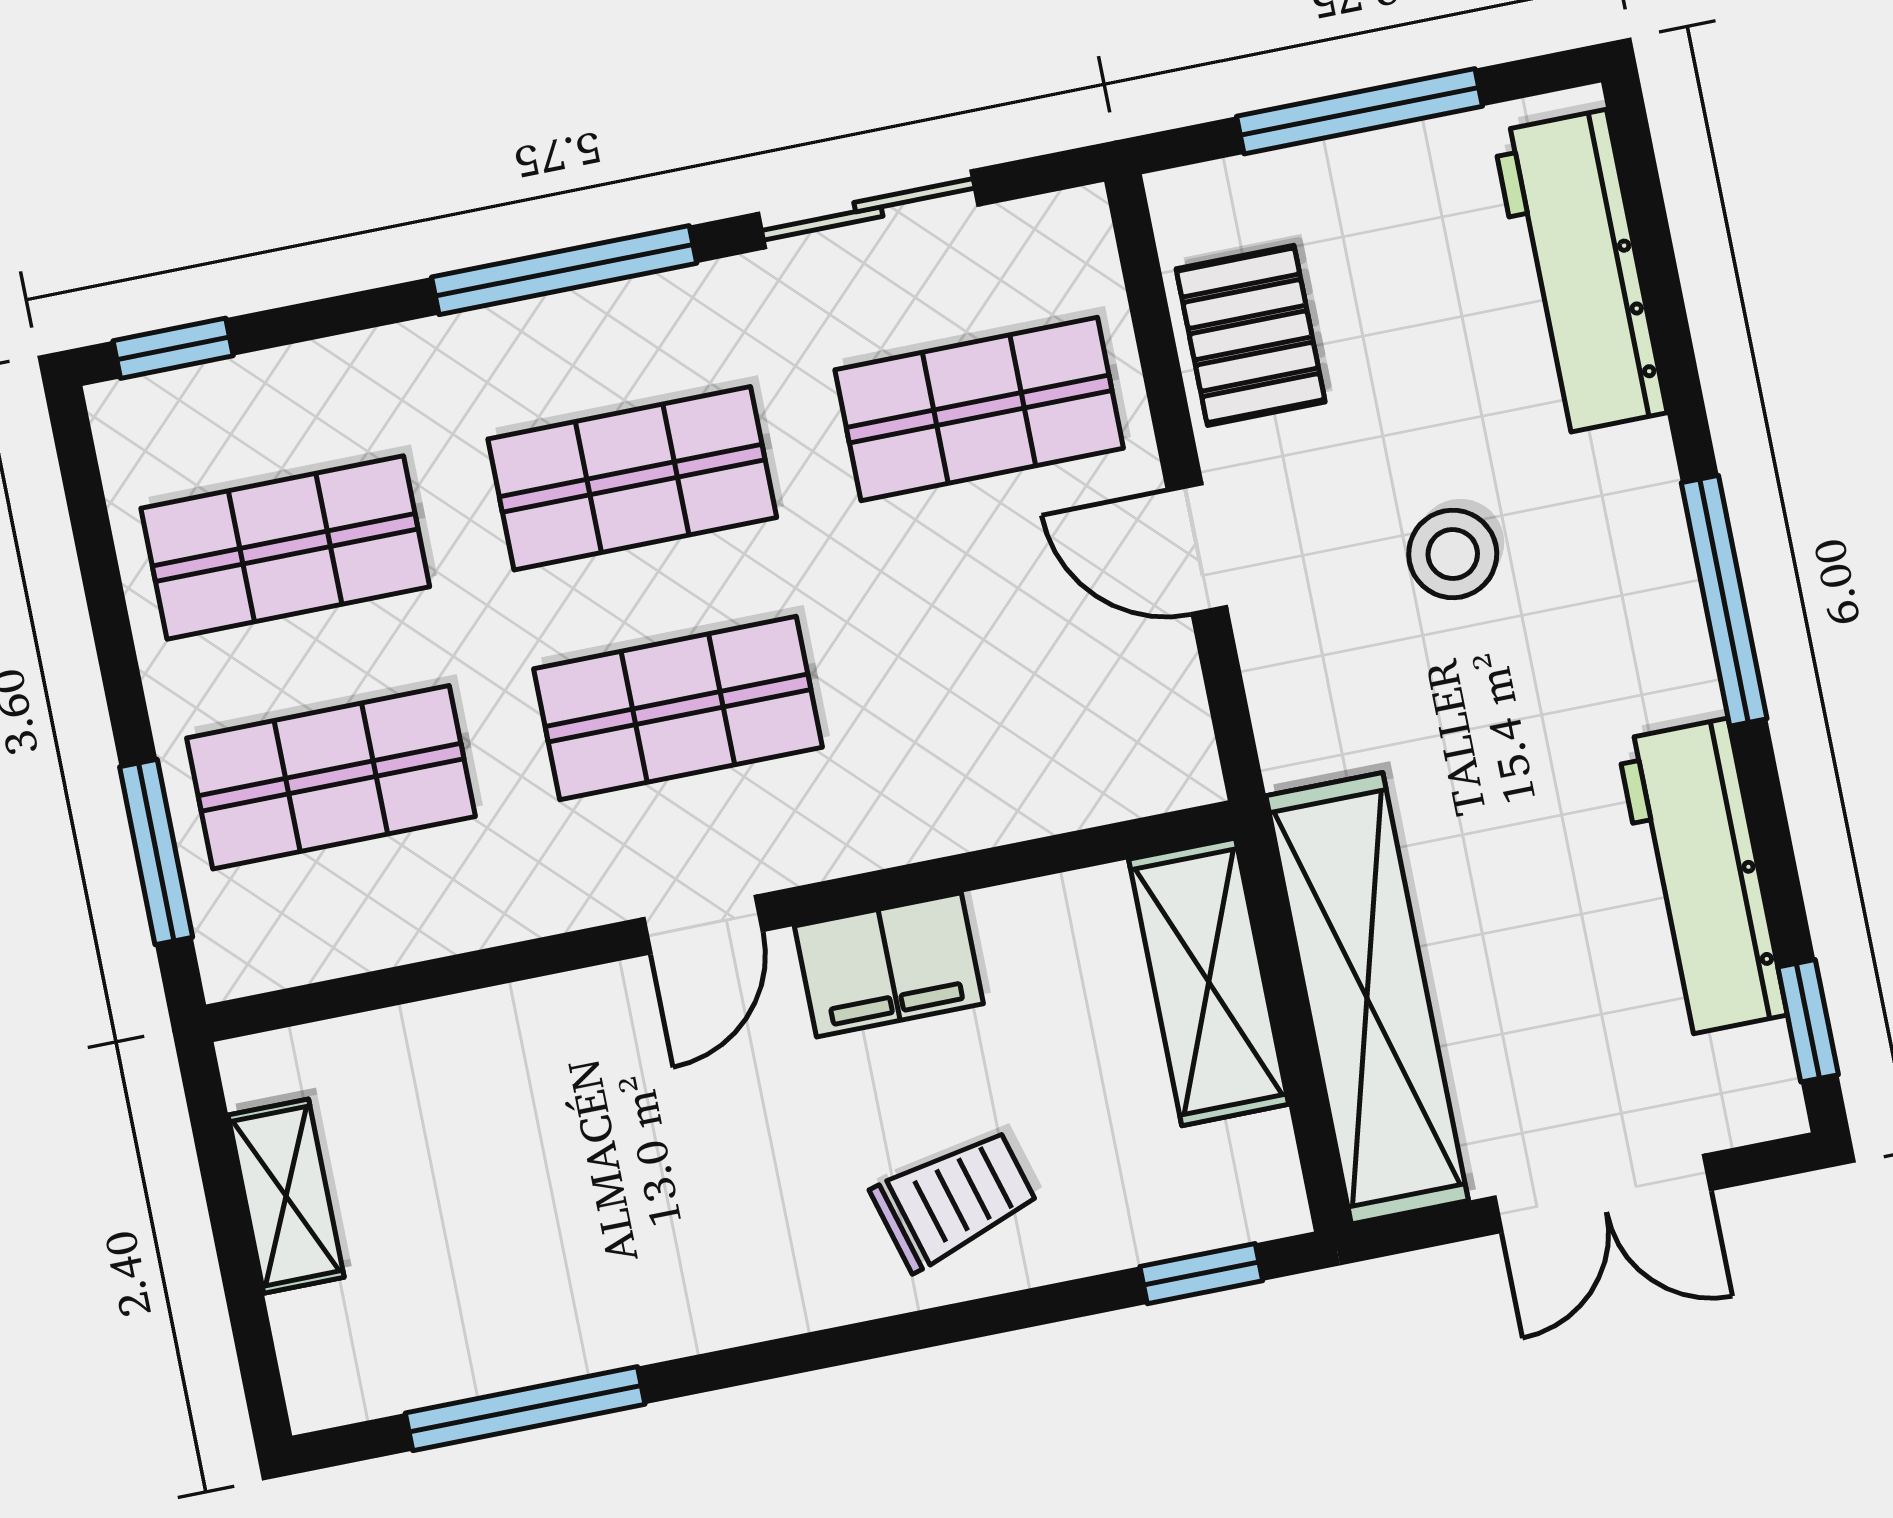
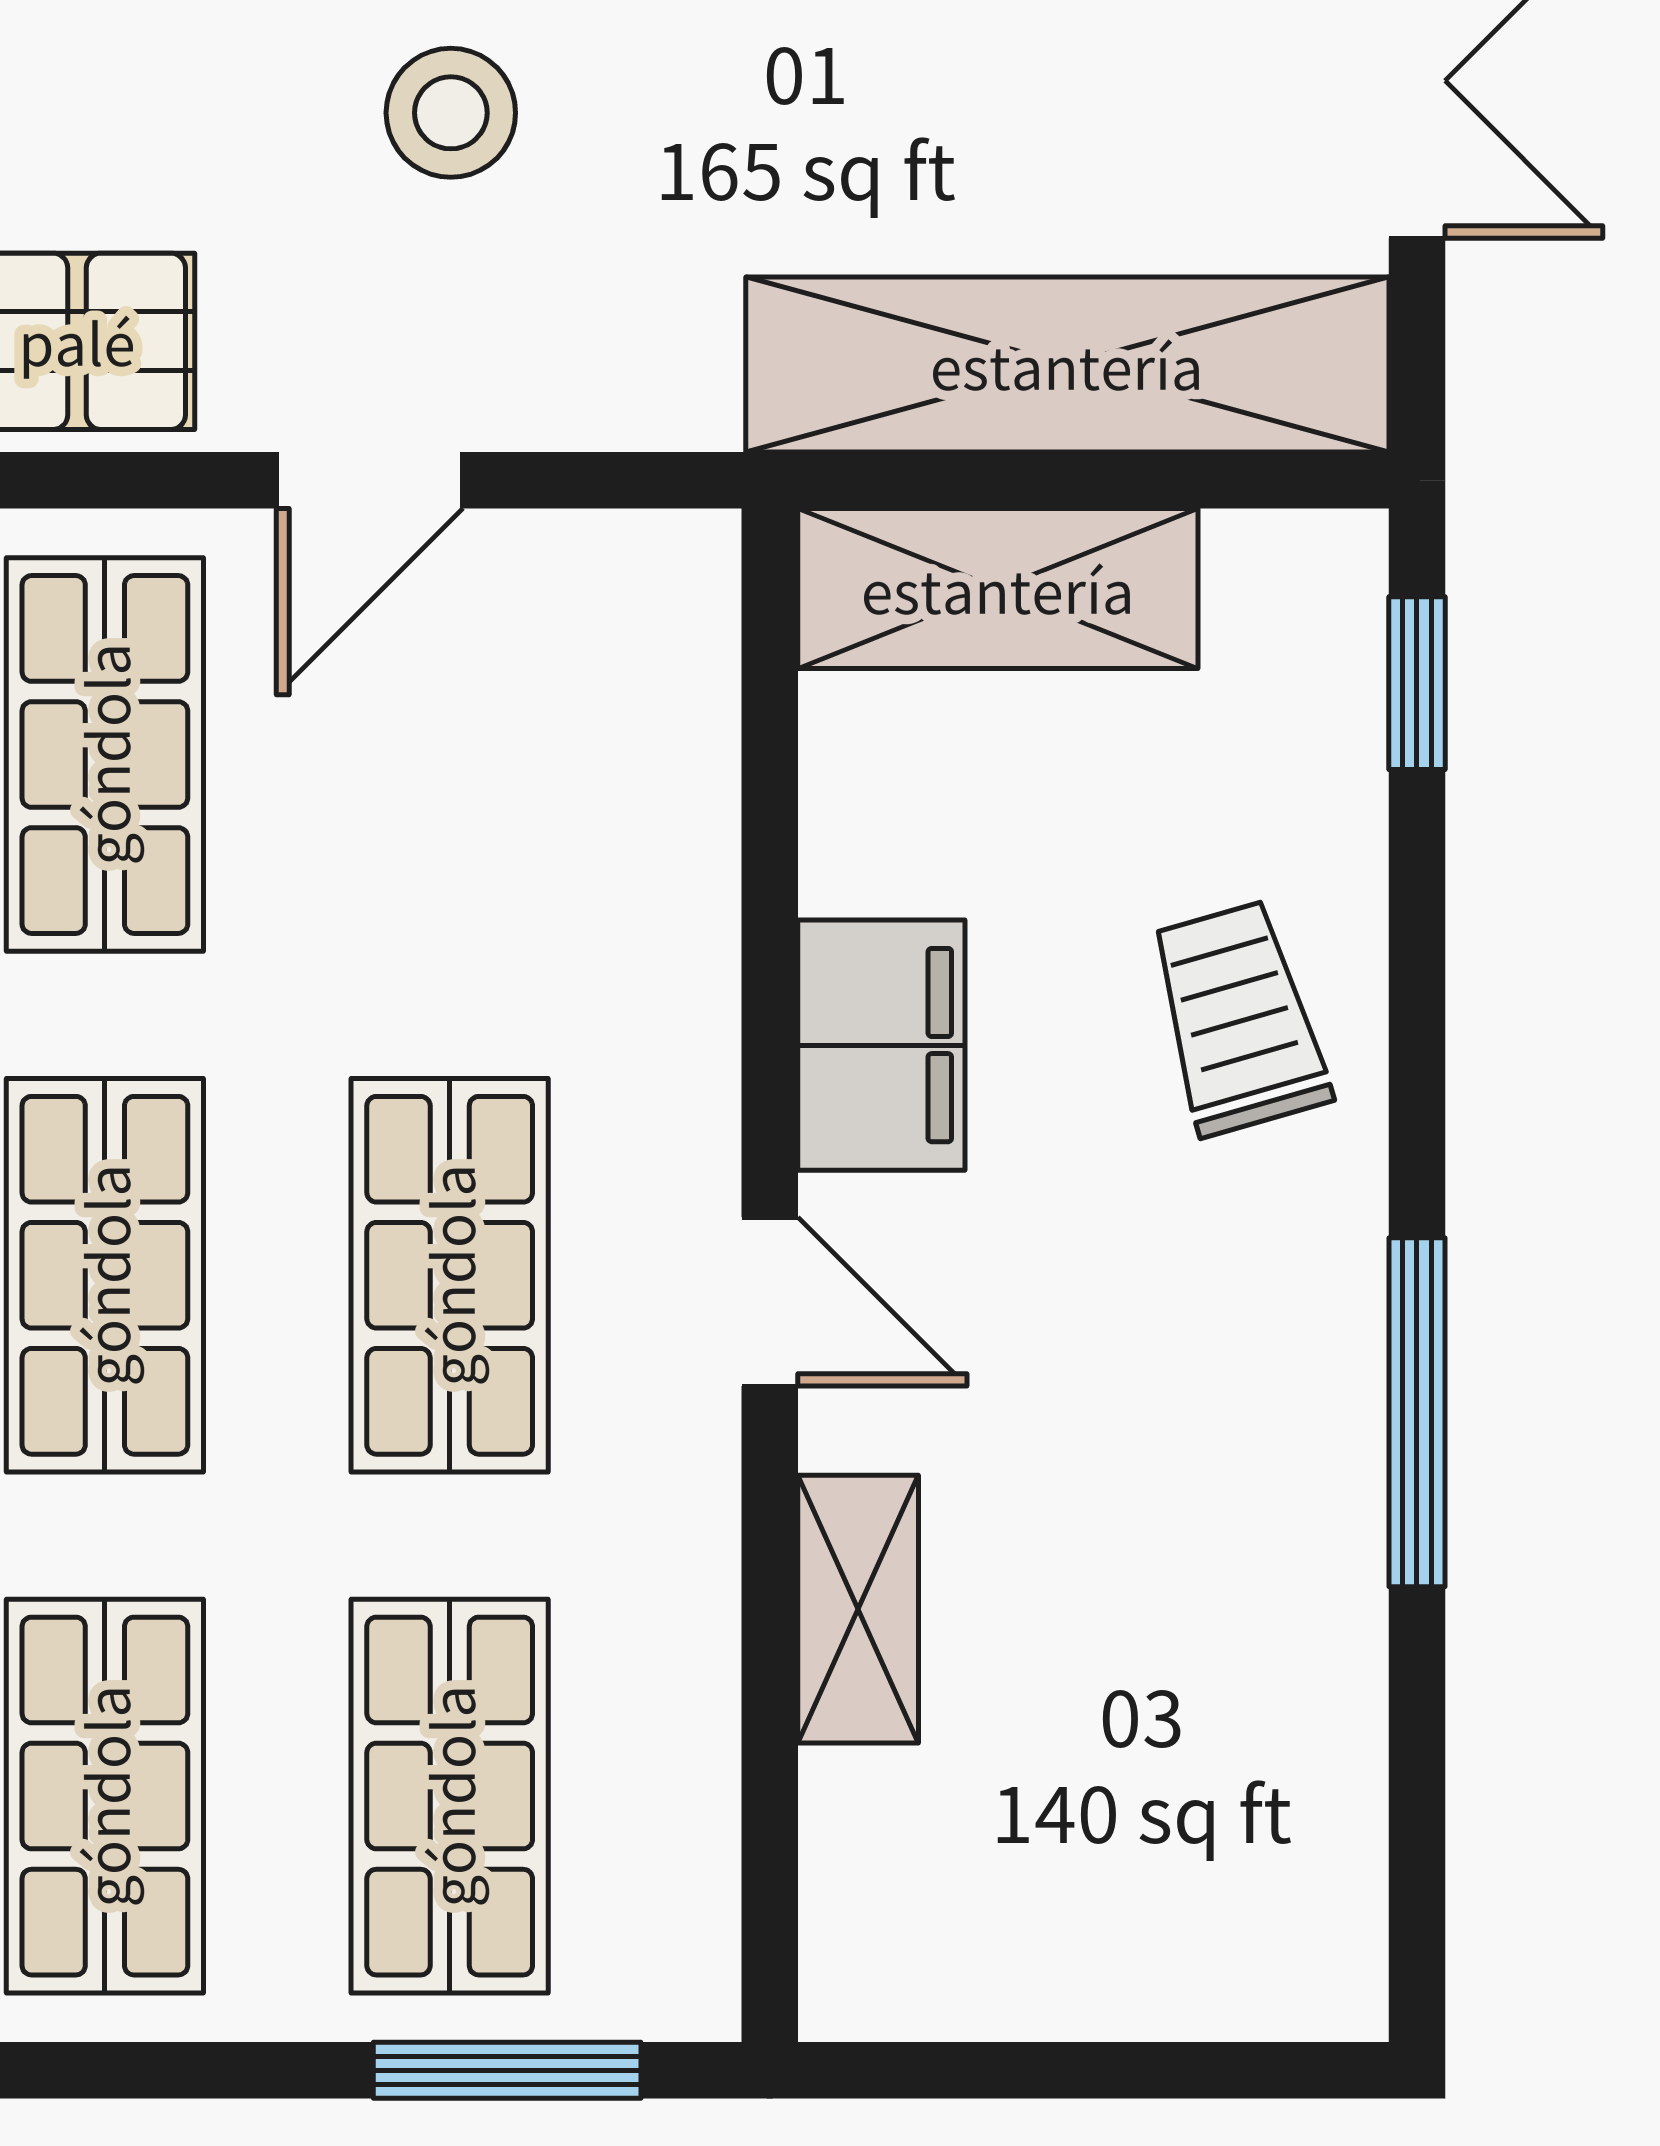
shelving: (286, 1196) -> (858, 1609), moved, turned 90
window: (525, 1409) -> (1417, 1412), moved

